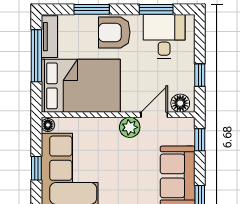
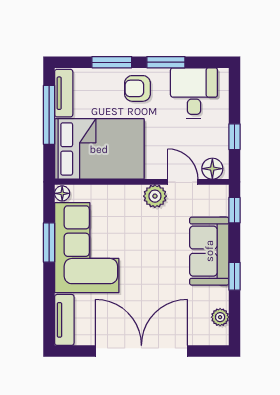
window: (156, 9) -> (166, 62), moved
armchair: (114, 32) -> (137, 88), width x0.72, depth x0.72
door: (154, 115) -> (183, 182), hinge flipped
window: (36, 168) -> (49, 243), width x1.50

